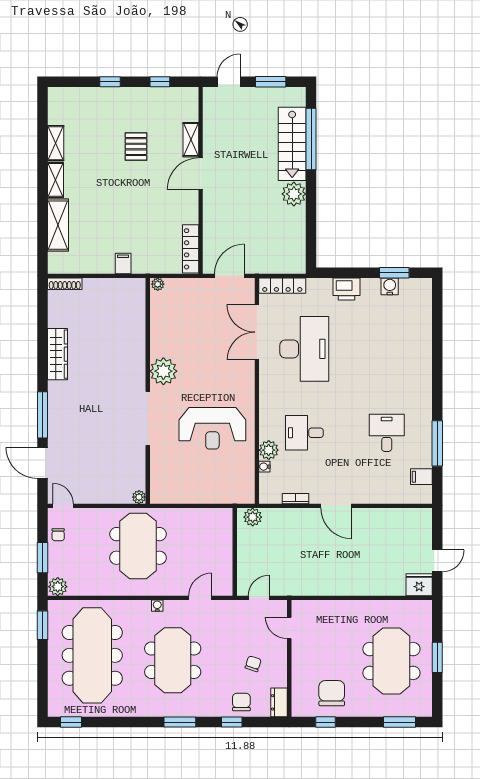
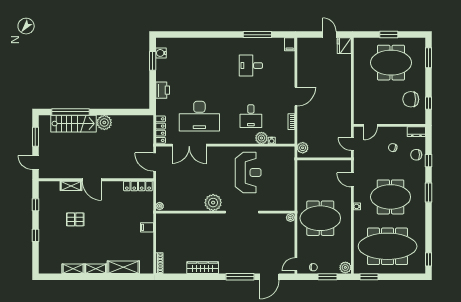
water cooler: (390, 286) -> (161, 53), moved
desk: (304, 349) -> (199, 116), turned 180
filing cabinet: (421, 477) -> (290, 44), moved

